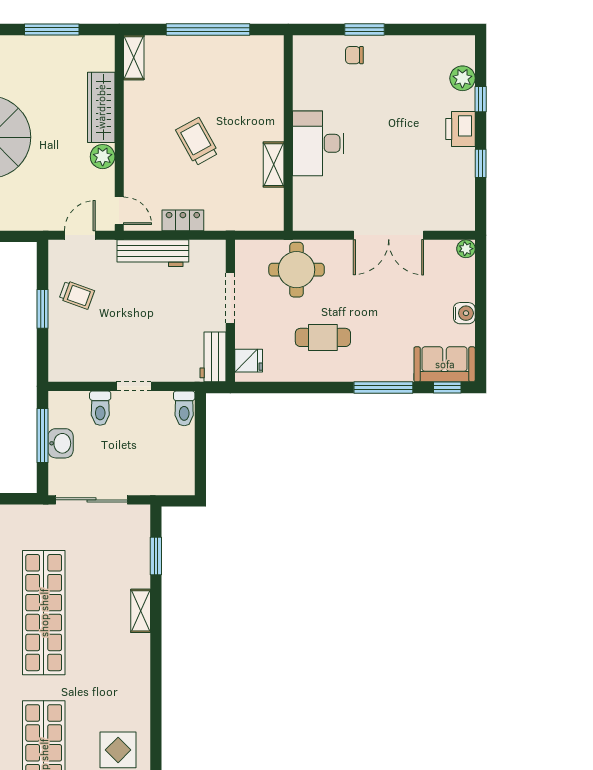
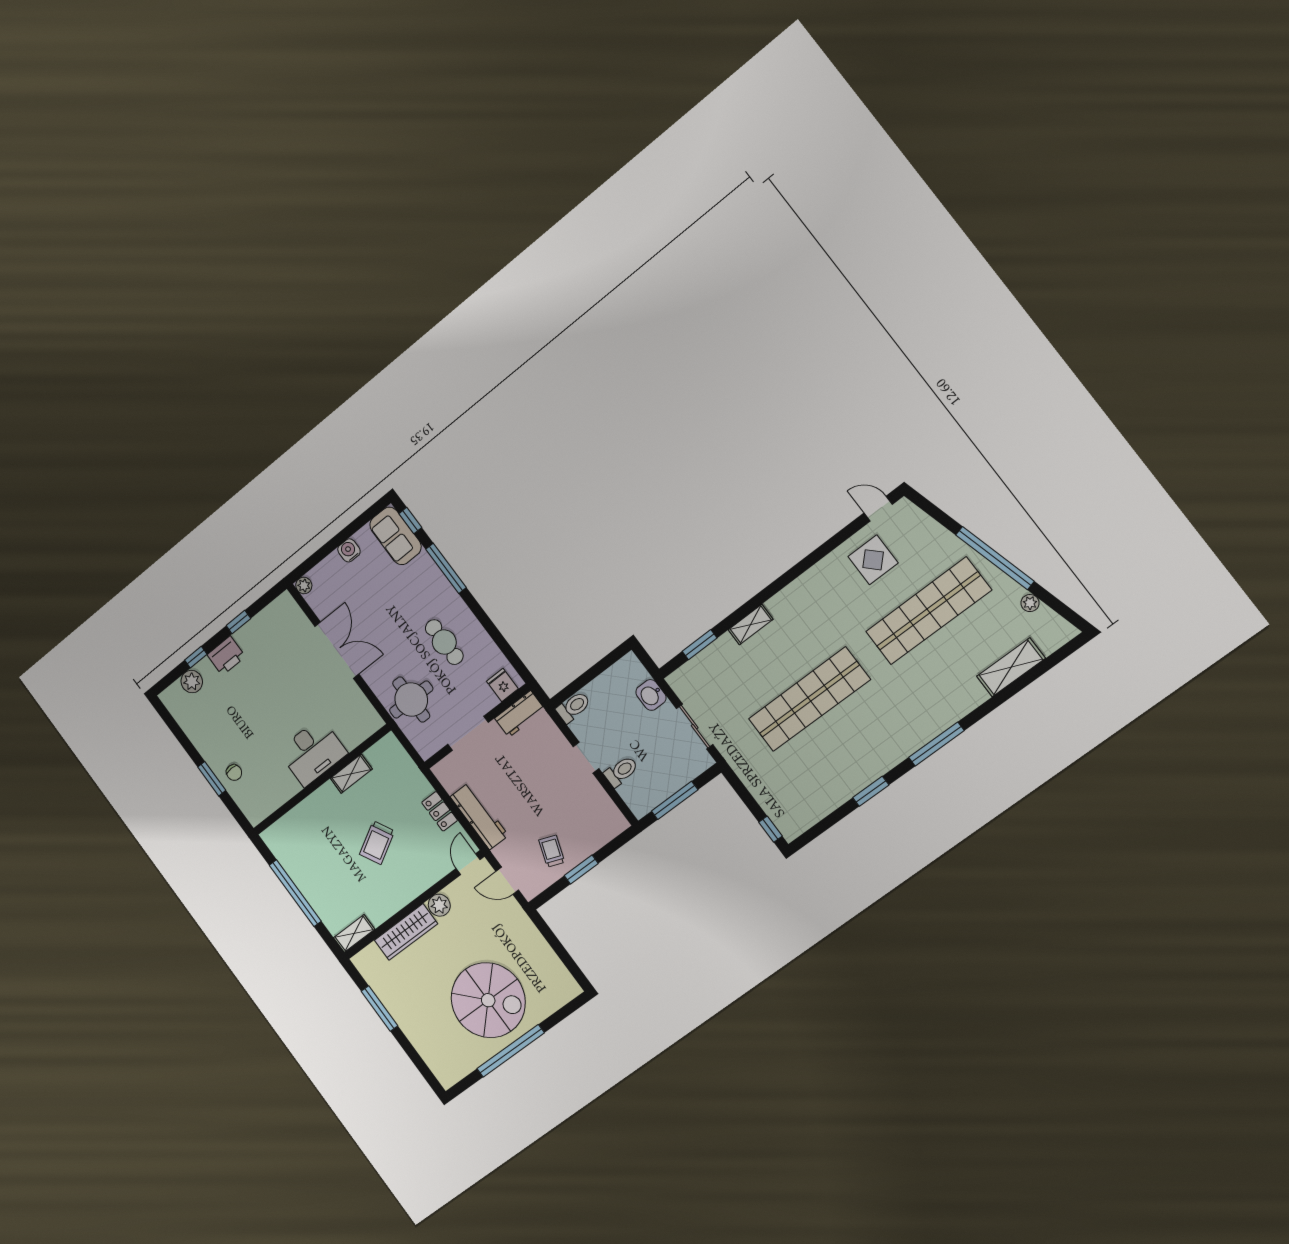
washbasin: (61, 443) -> (651, 695), moved, turned -90
sliding door: (92, 500) -> (695, 727), width x0.73

